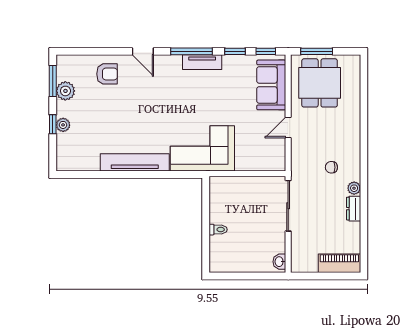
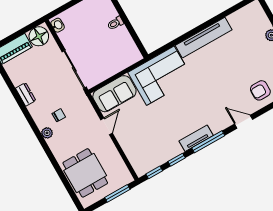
dining table: (320, 83) -> (85, 173), moved
sofa: (271, 85) -> (114, 94), moved, turned 90
plant: (354, 188) -> (47, 133), moved
floor lamp: (306, 261) -> (39, 36), added

